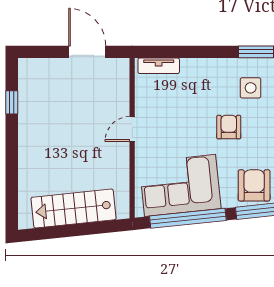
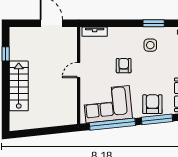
armchair: (229, 127) -> (124, 66), moved
stairs: (73, 208) -> (19, 86), moved, turned 96

